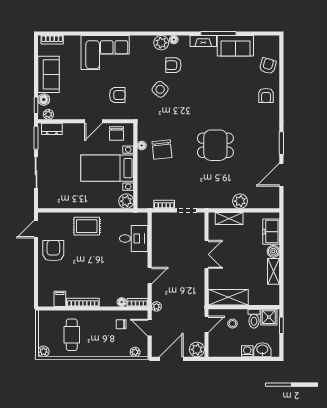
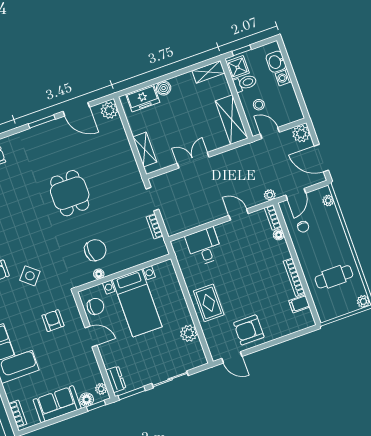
plant: (126, 201) -> (189, 333), moved
plant: (240, 201) -> (109, 110), moved
shelving: (274, 271) -> (208, 72), moved

